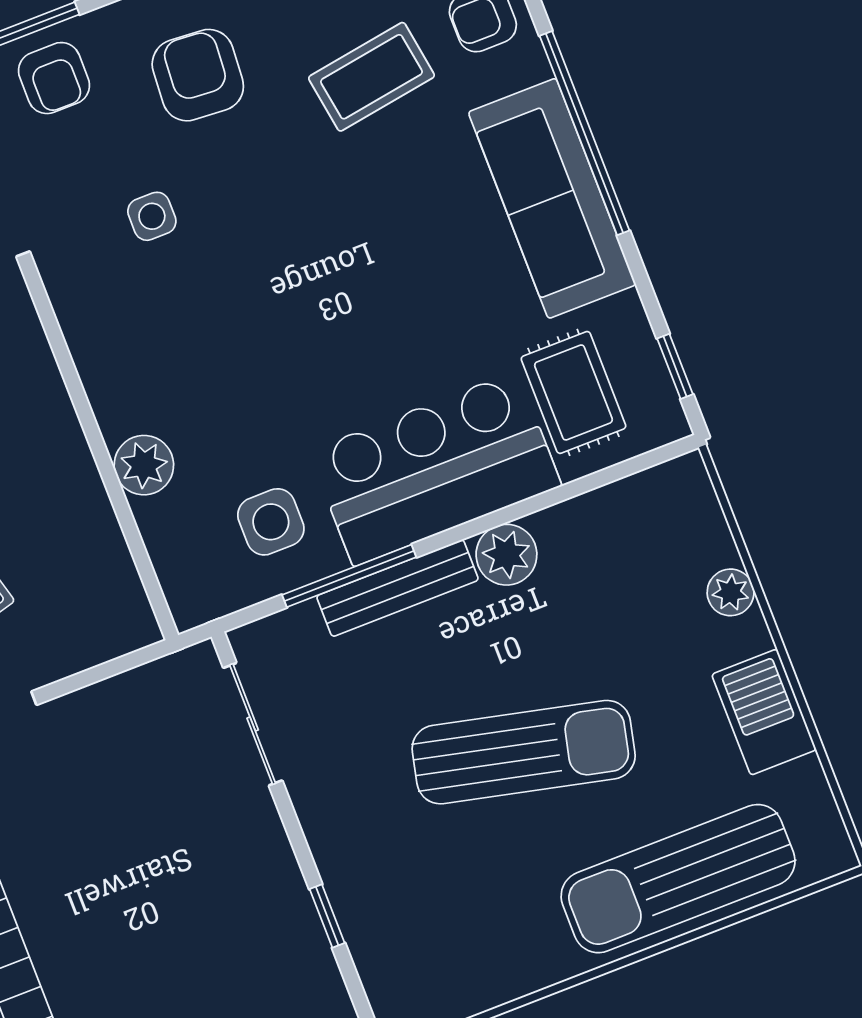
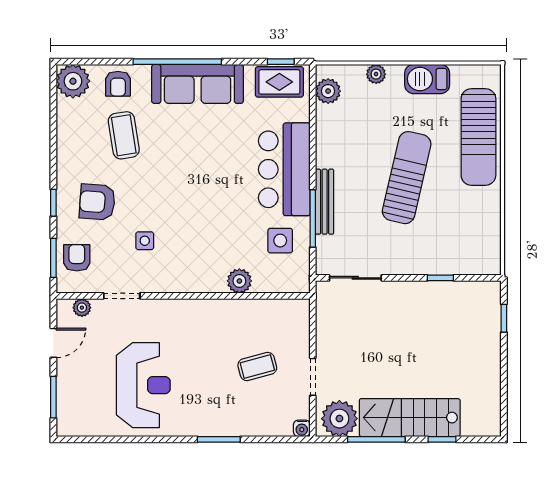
armchair: (54, 78) -> (77, 258), turned -90
rug: (574, 392) -> (279, 82), moved
plant: (506, 555) -> (328, 91), moved

